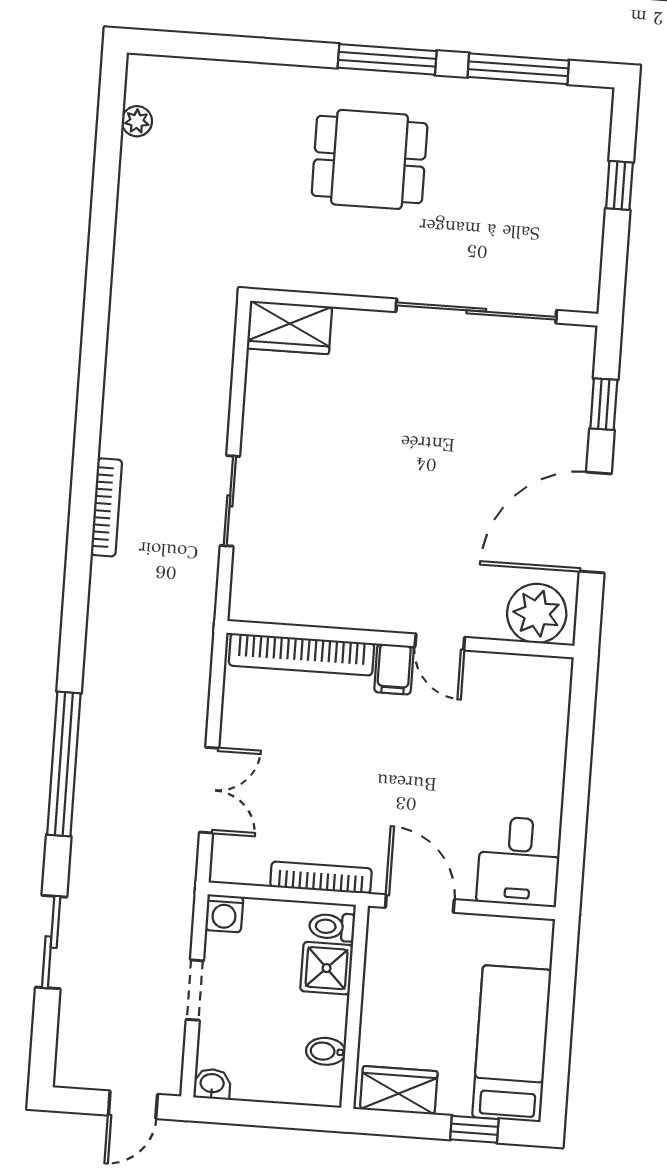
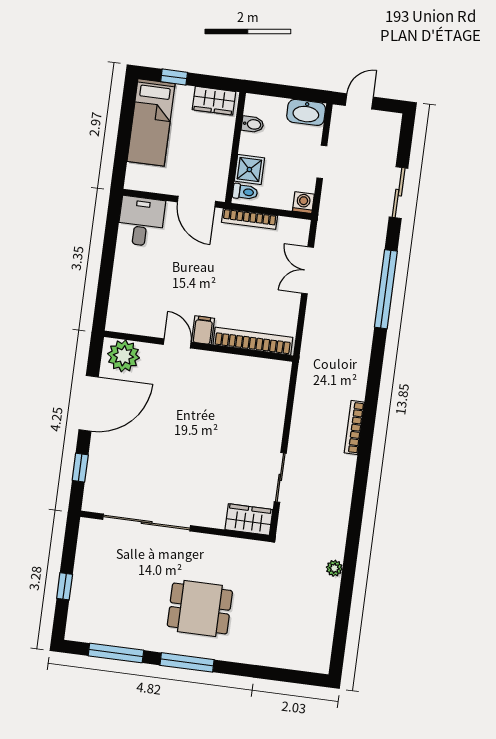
plant: (137, 121) -> (334, 568), moved
sliding door: (230, 501) -> (280, 477), moved
washbasin: (212, 1084) -> (306, 112), width x1.91, depth x1.45

